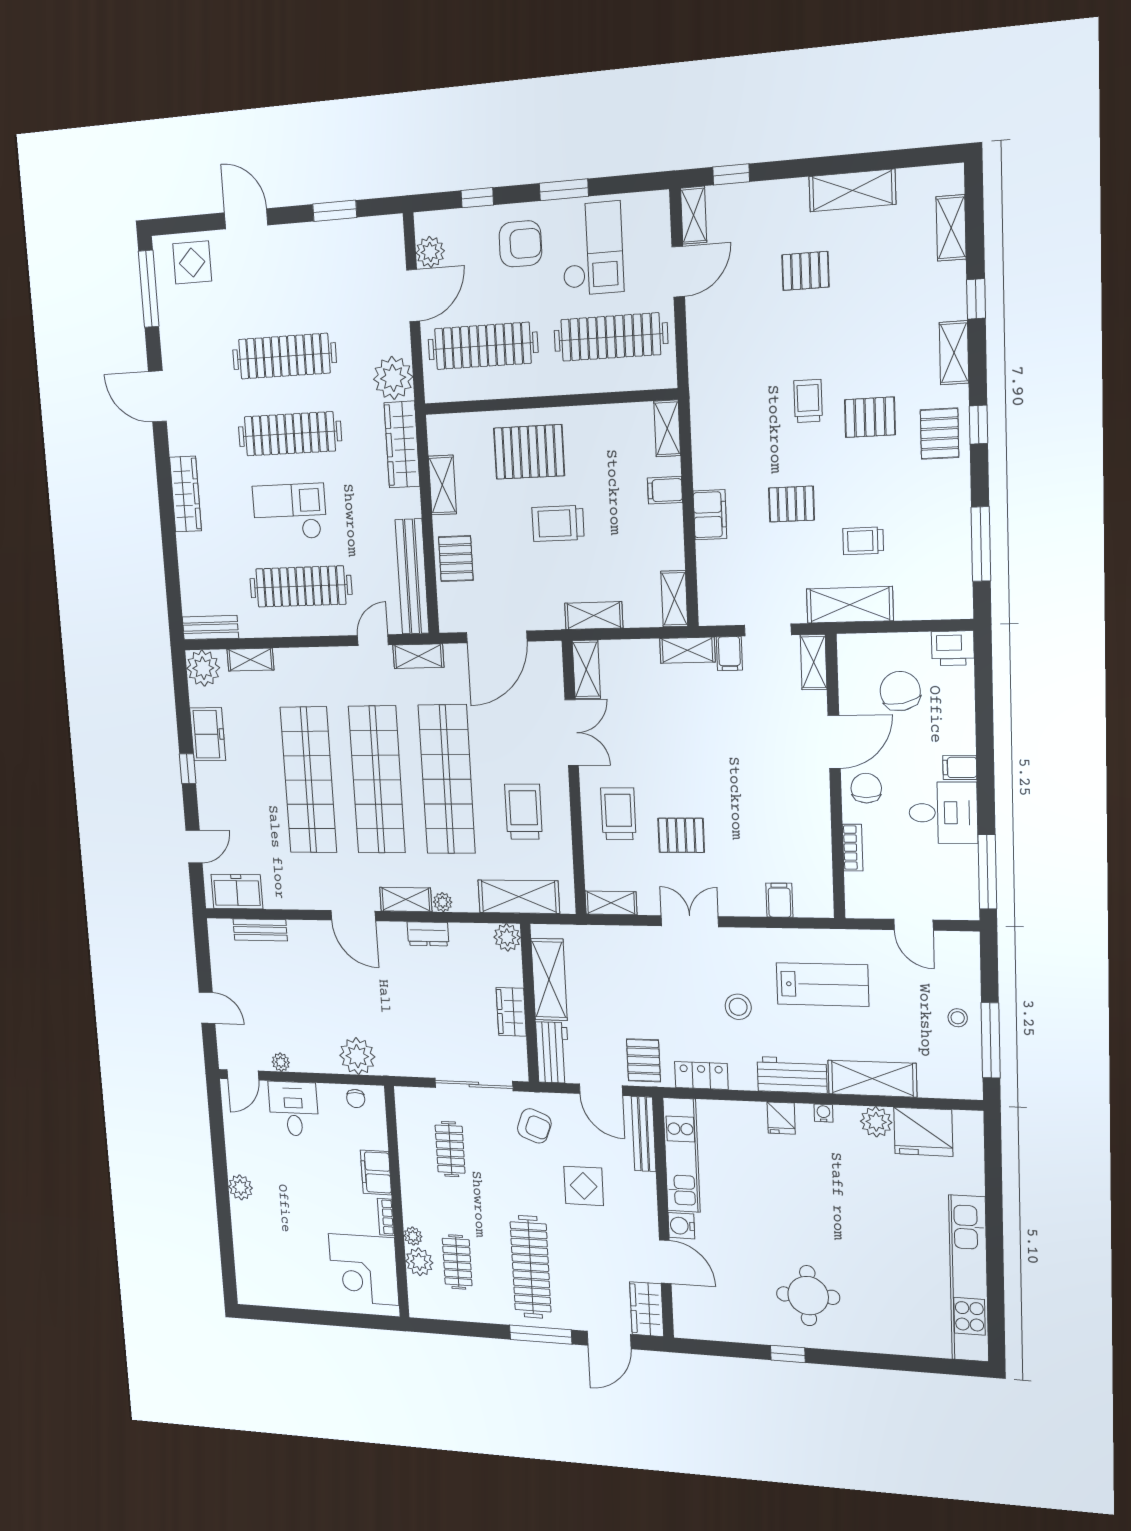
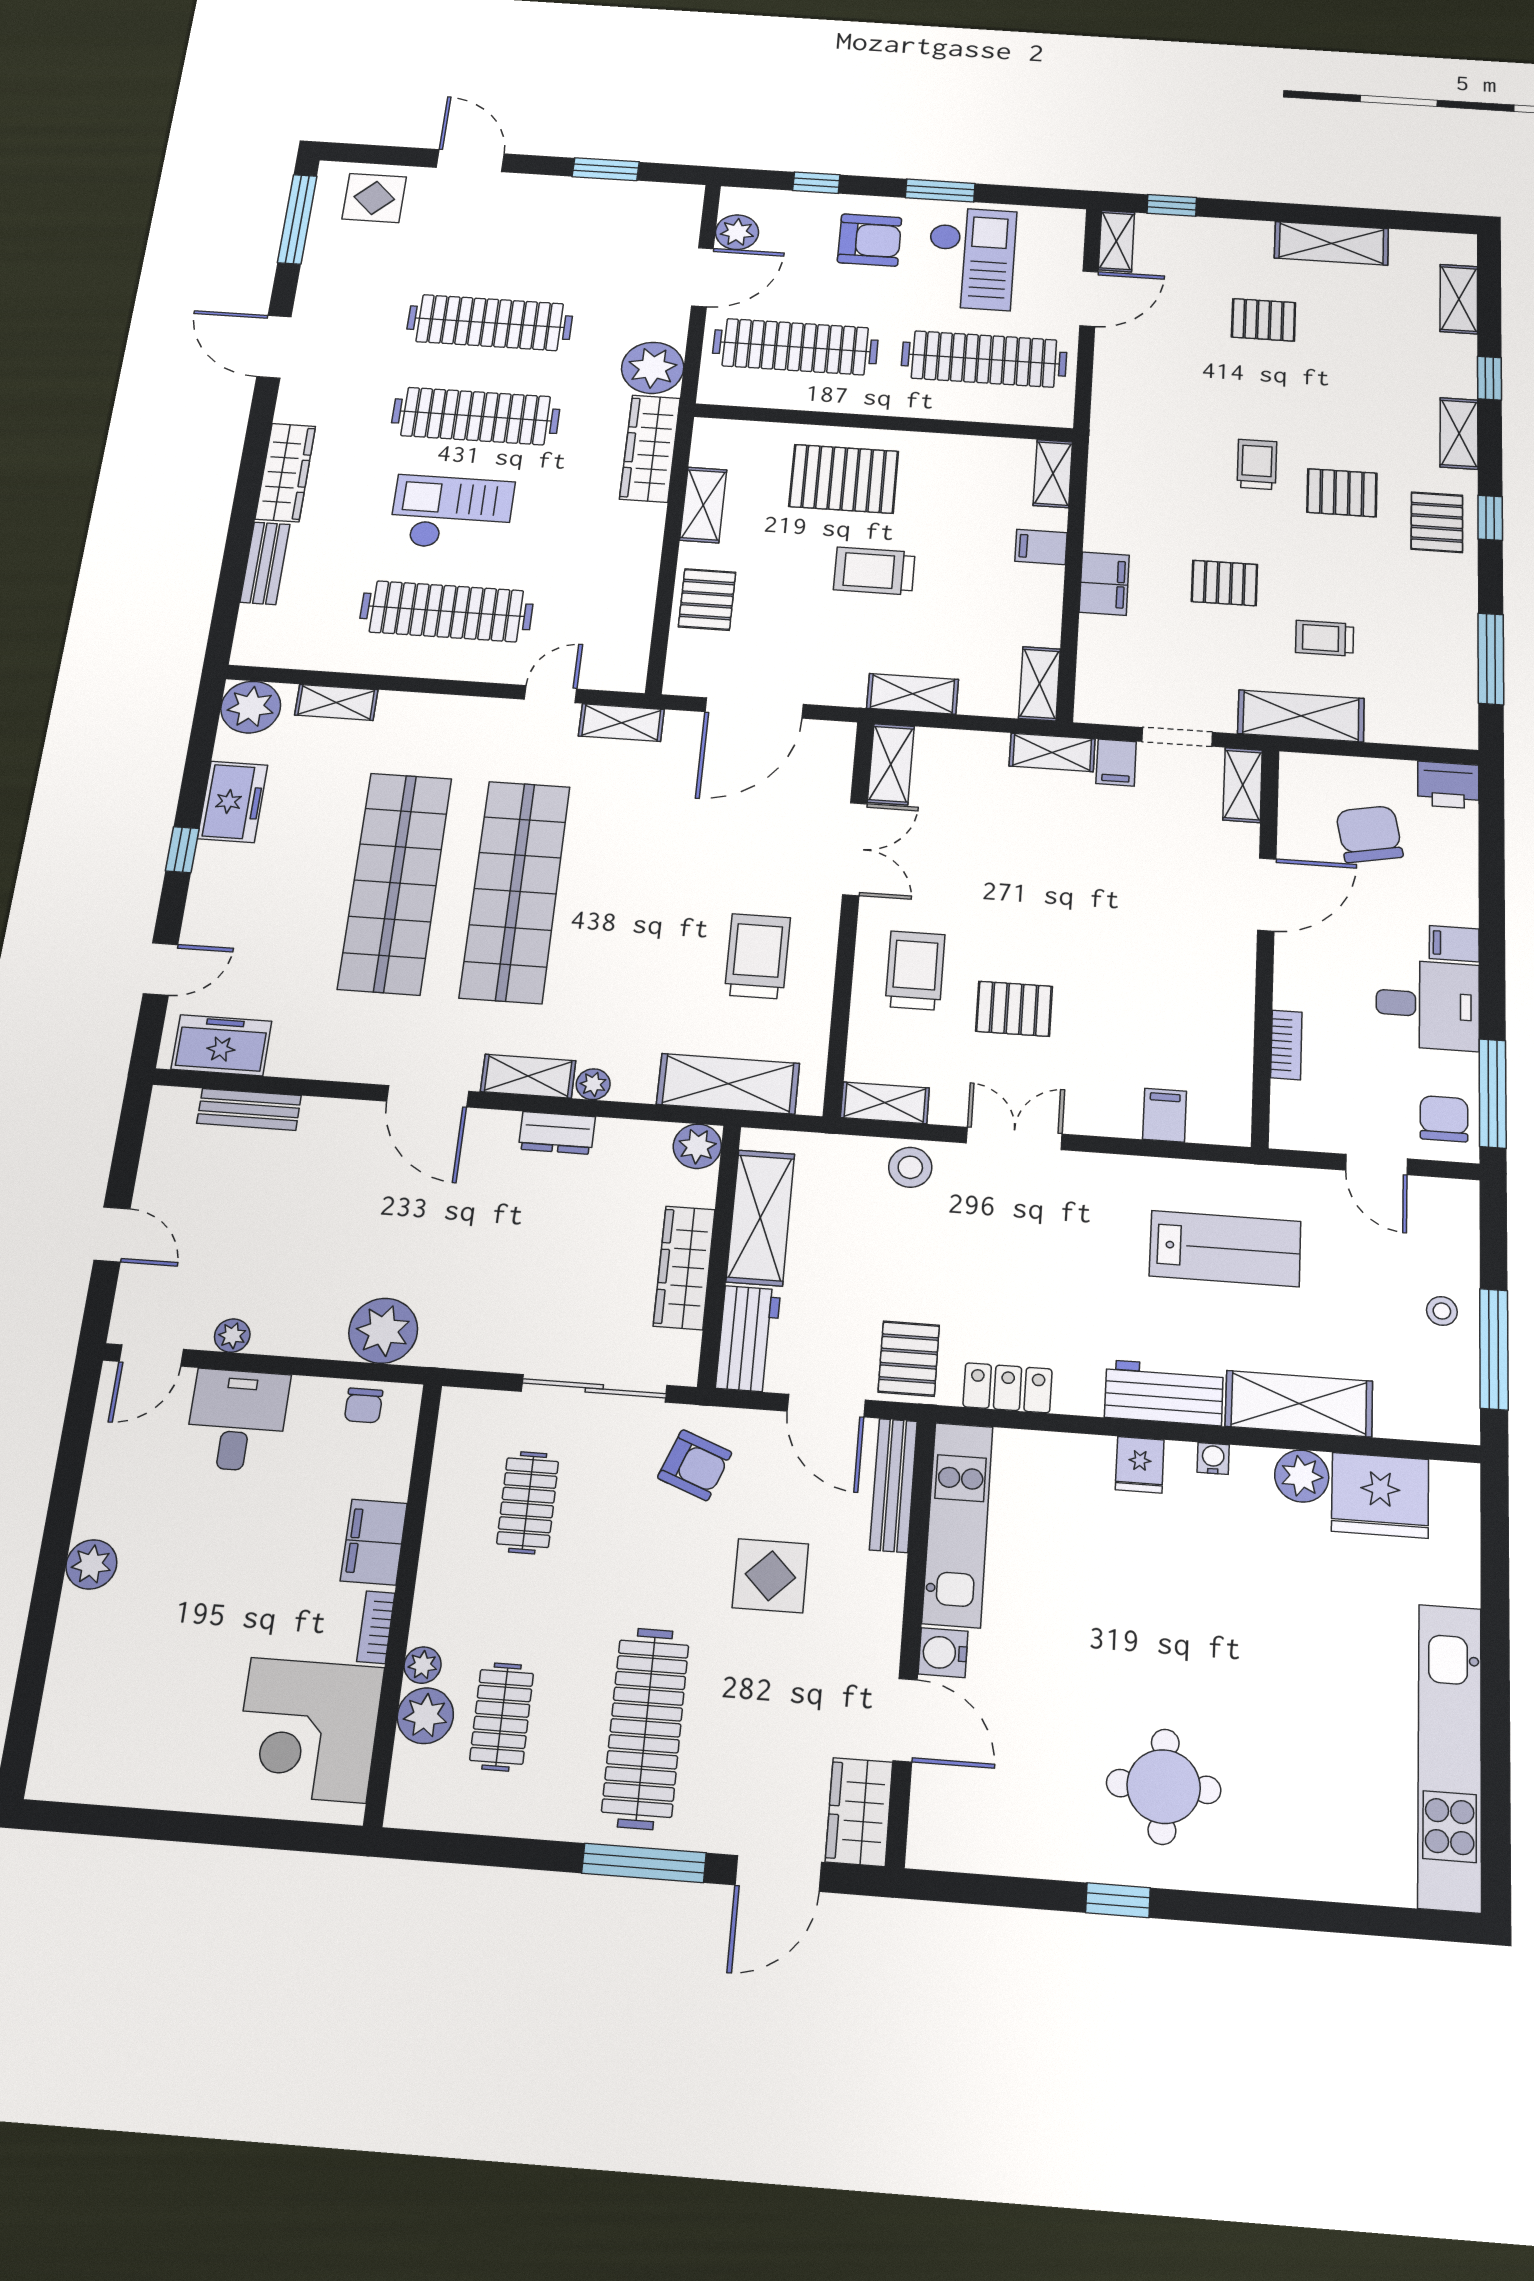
bench: (412, 577) -> (632, 616), removed
bench: (210, 628) -> (265, 563), moved, turned 90
shop shelf: (447, 779) -> (636, 900), removed
chair: (866, 788) -> (1444, 1119), moved
stool: (738, 1007) -> (910, 1167), moved
wardrobe: (511, 1012) -> (684, 1268), width x1.50

